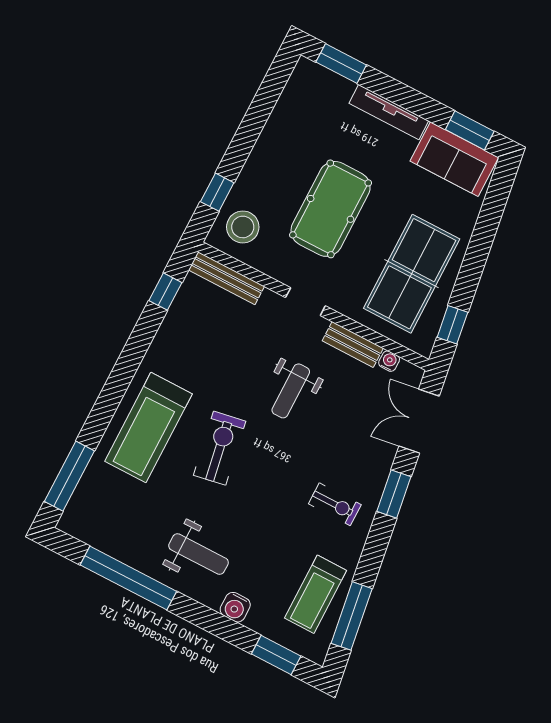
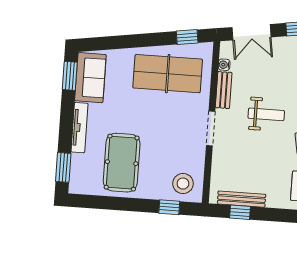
pool table: (331, 209) -> (122, 163), moved, turned 90
bench: (226, 278) -> (242, 199), moved, turned 90
doorway: (305, 302) -> (211, 128), width x1.38

